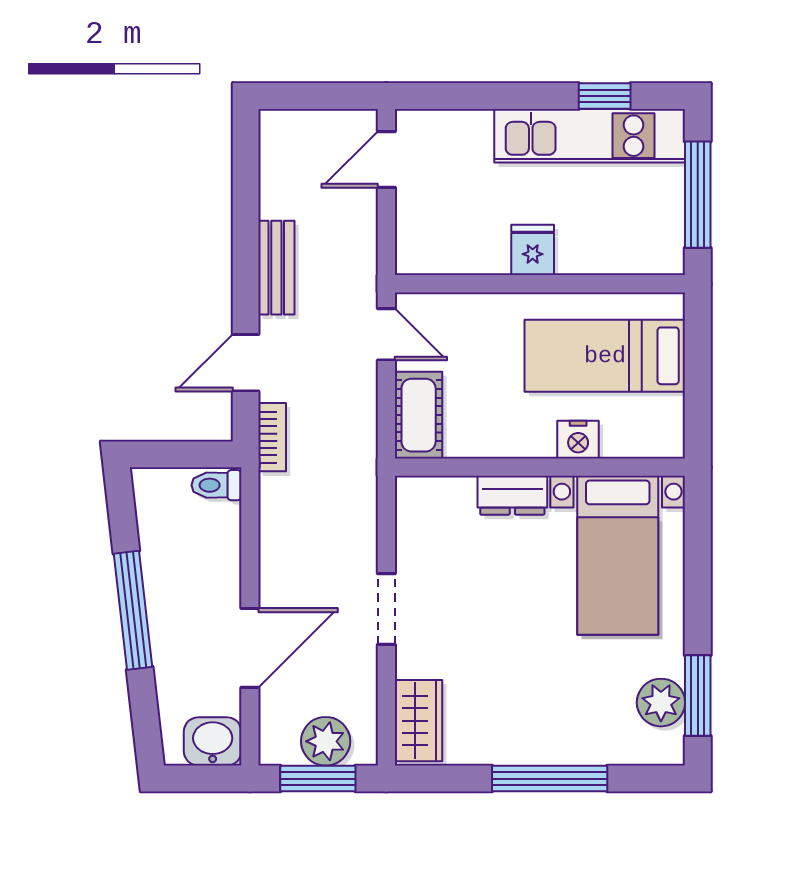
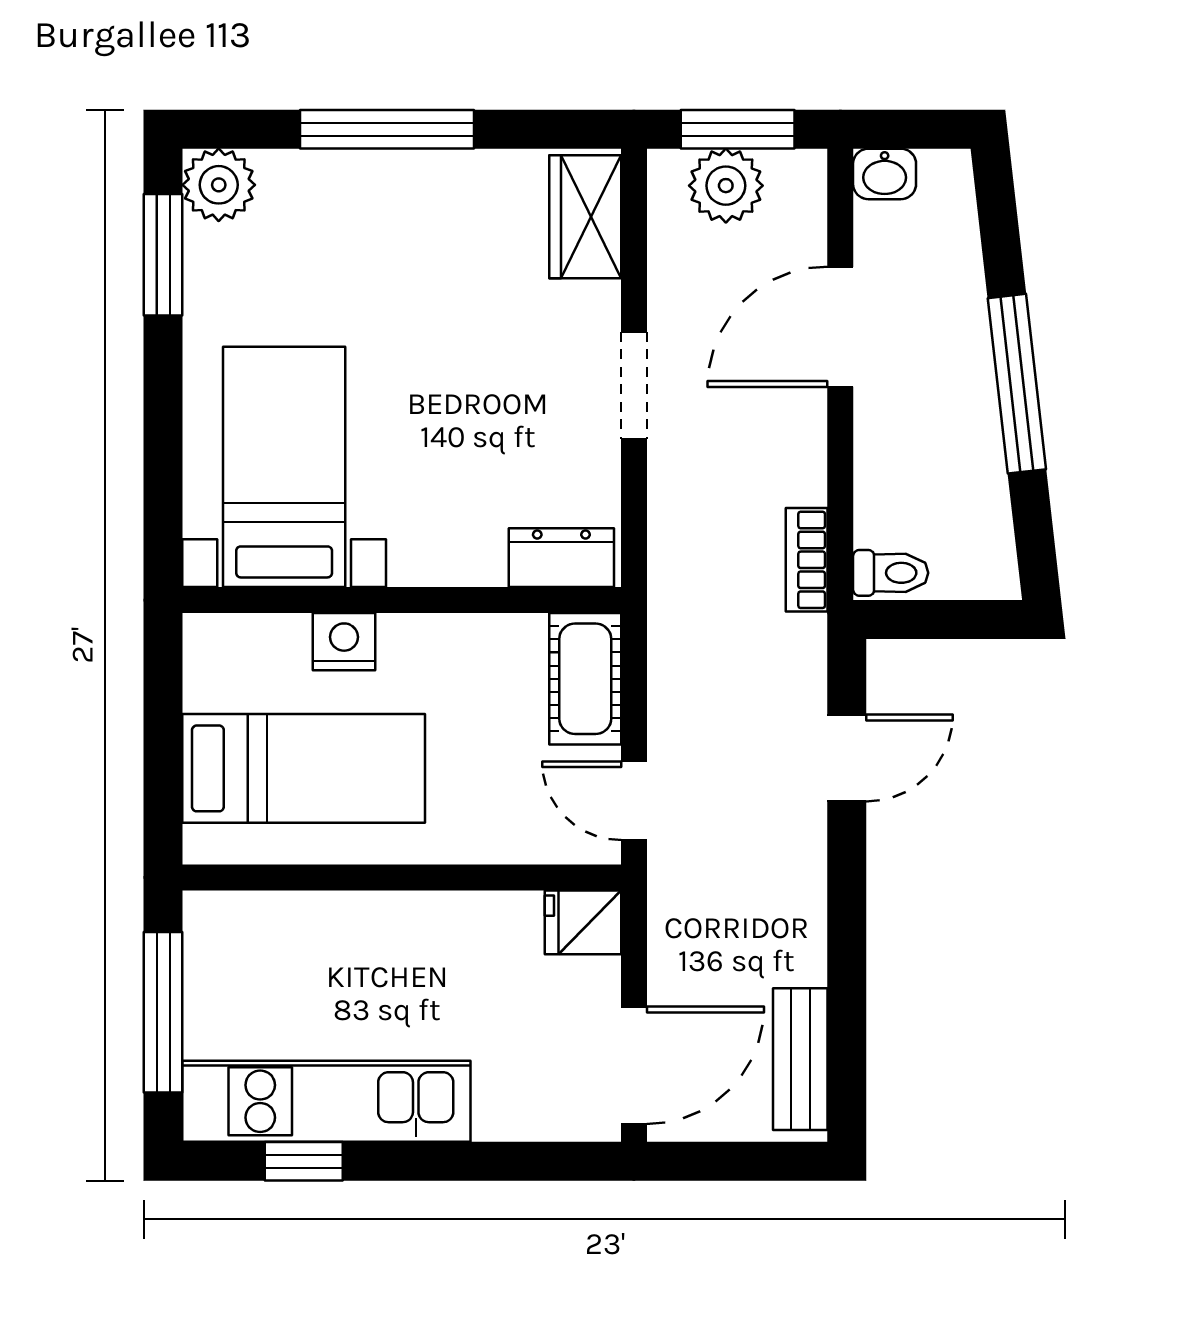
door: (386, 160) -> (634, 1065), width x1.38
fridge: (533, 250) -> (583, 922), moved, turned 90
bench: (276, 268) -> (800, 1059), moved
bookcase: (272, 437) -> (807, 560), moved
dresser: (512, 495) -> (561, 558), moved
plant: (661, 703) -> (219, 185), moved
washbasin: (213, 741) -> (885, 174), width x0.72, depth x0.69

